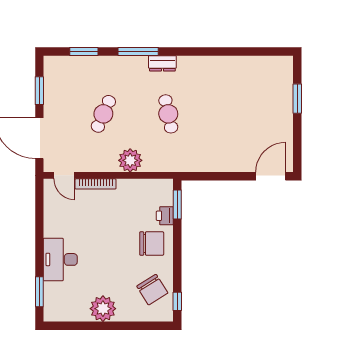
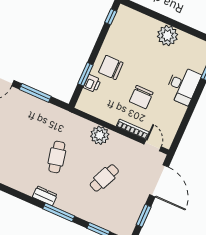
window: (225, 176) -> (35, 93), added
window: (177, 205) -> (85, 74), moved
chair: (152, 290) -> (141, 97), moved, turned -148

